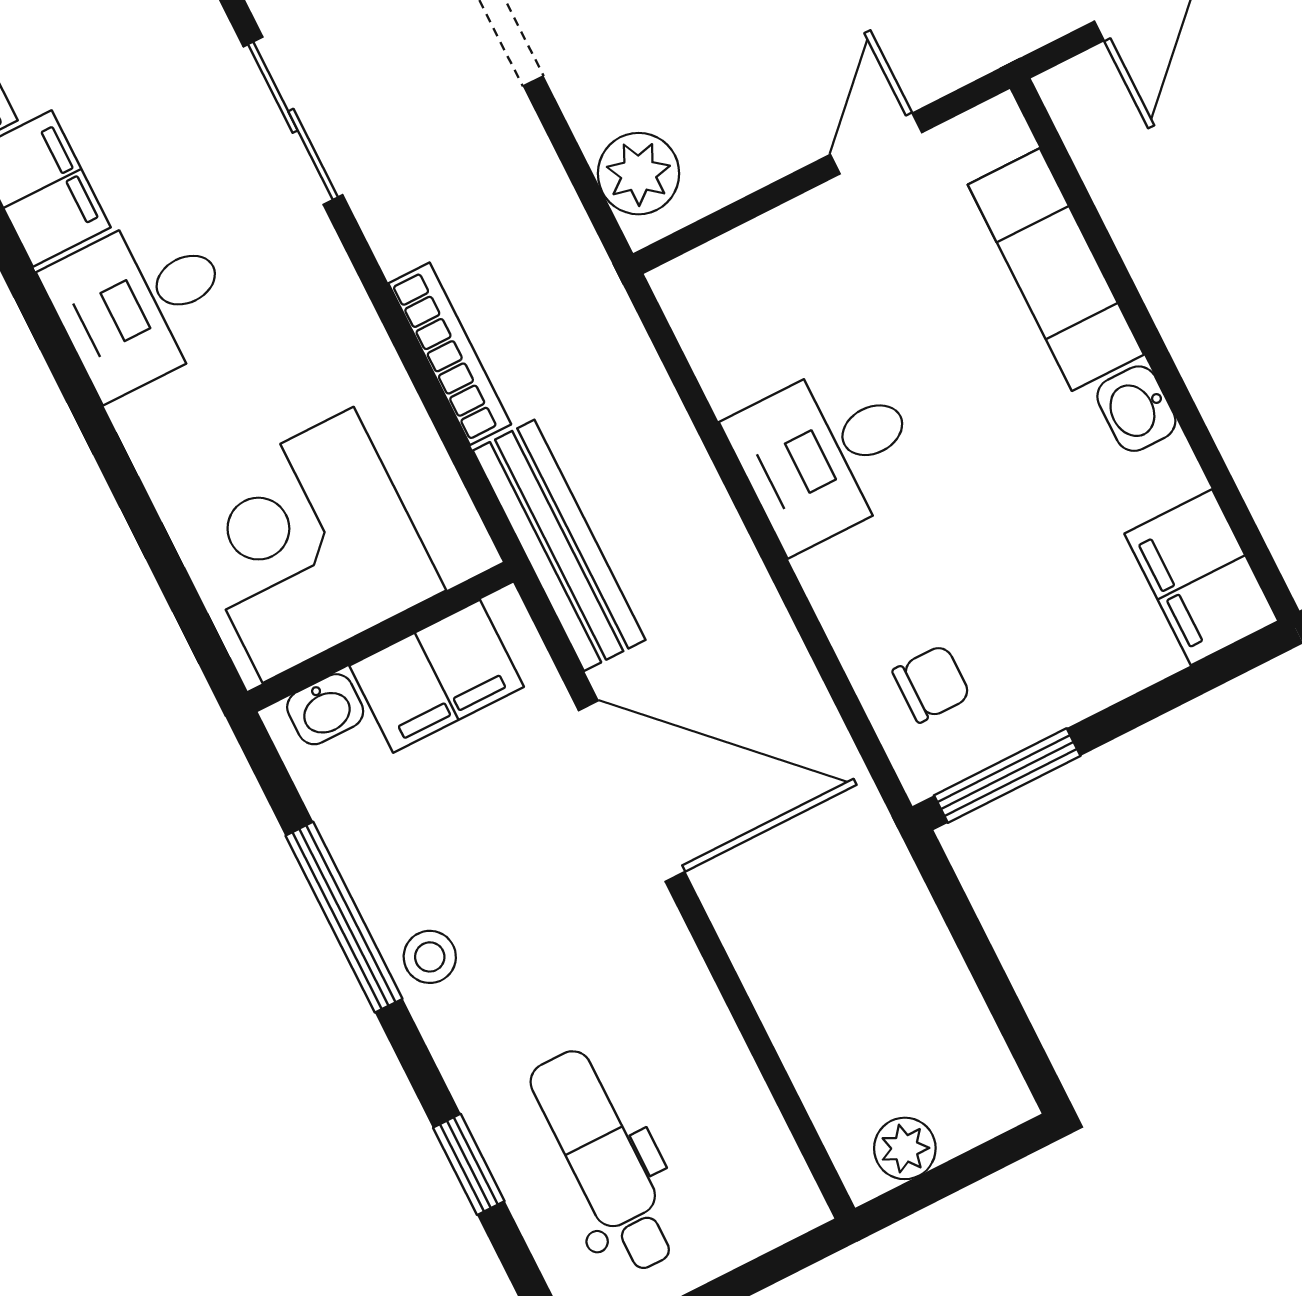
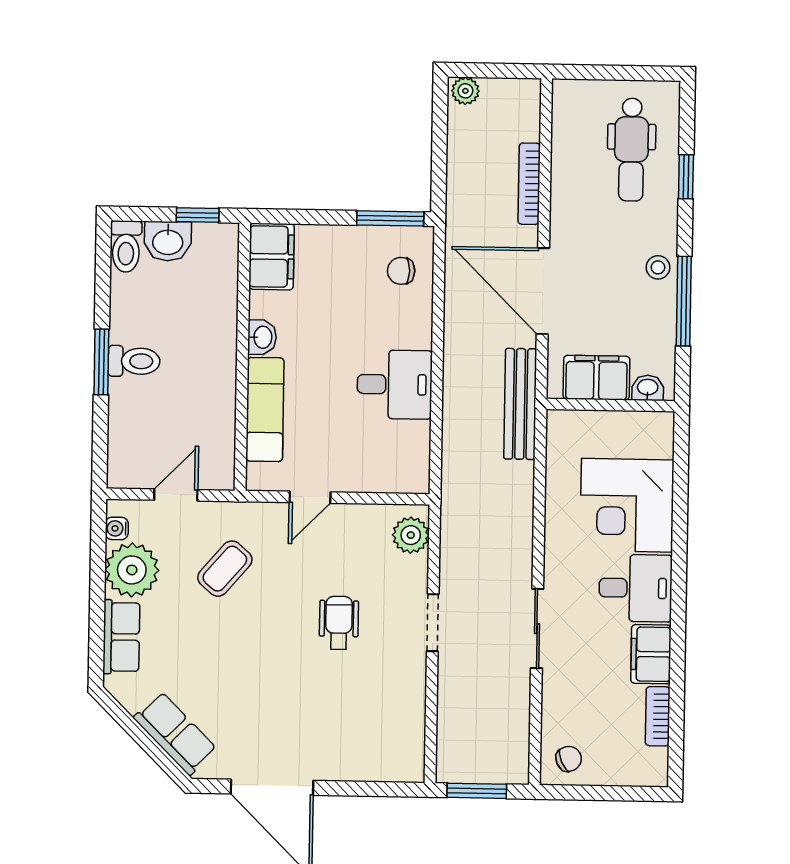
bookcase: (450, 354) -> (529, 184), moved
corner desk: (308, 545) -> (627, 505), moved, turned 90
plant: (905, 1148) -> (465, 91), moved

